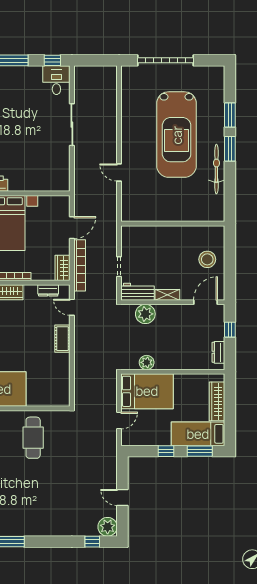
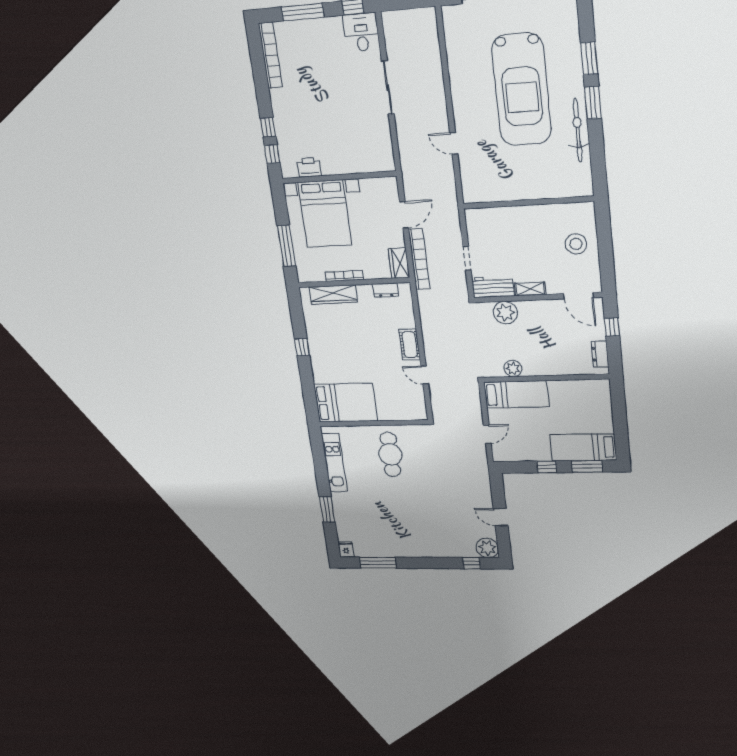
door: (205, 302) -> (578, 296), swing flipped
door: (72, 307) -> (425, 375), moved
bed: (147, 391) -> (516, 394), width x0.67
wardrobe: (217, 401) -> (603, 410), removed

